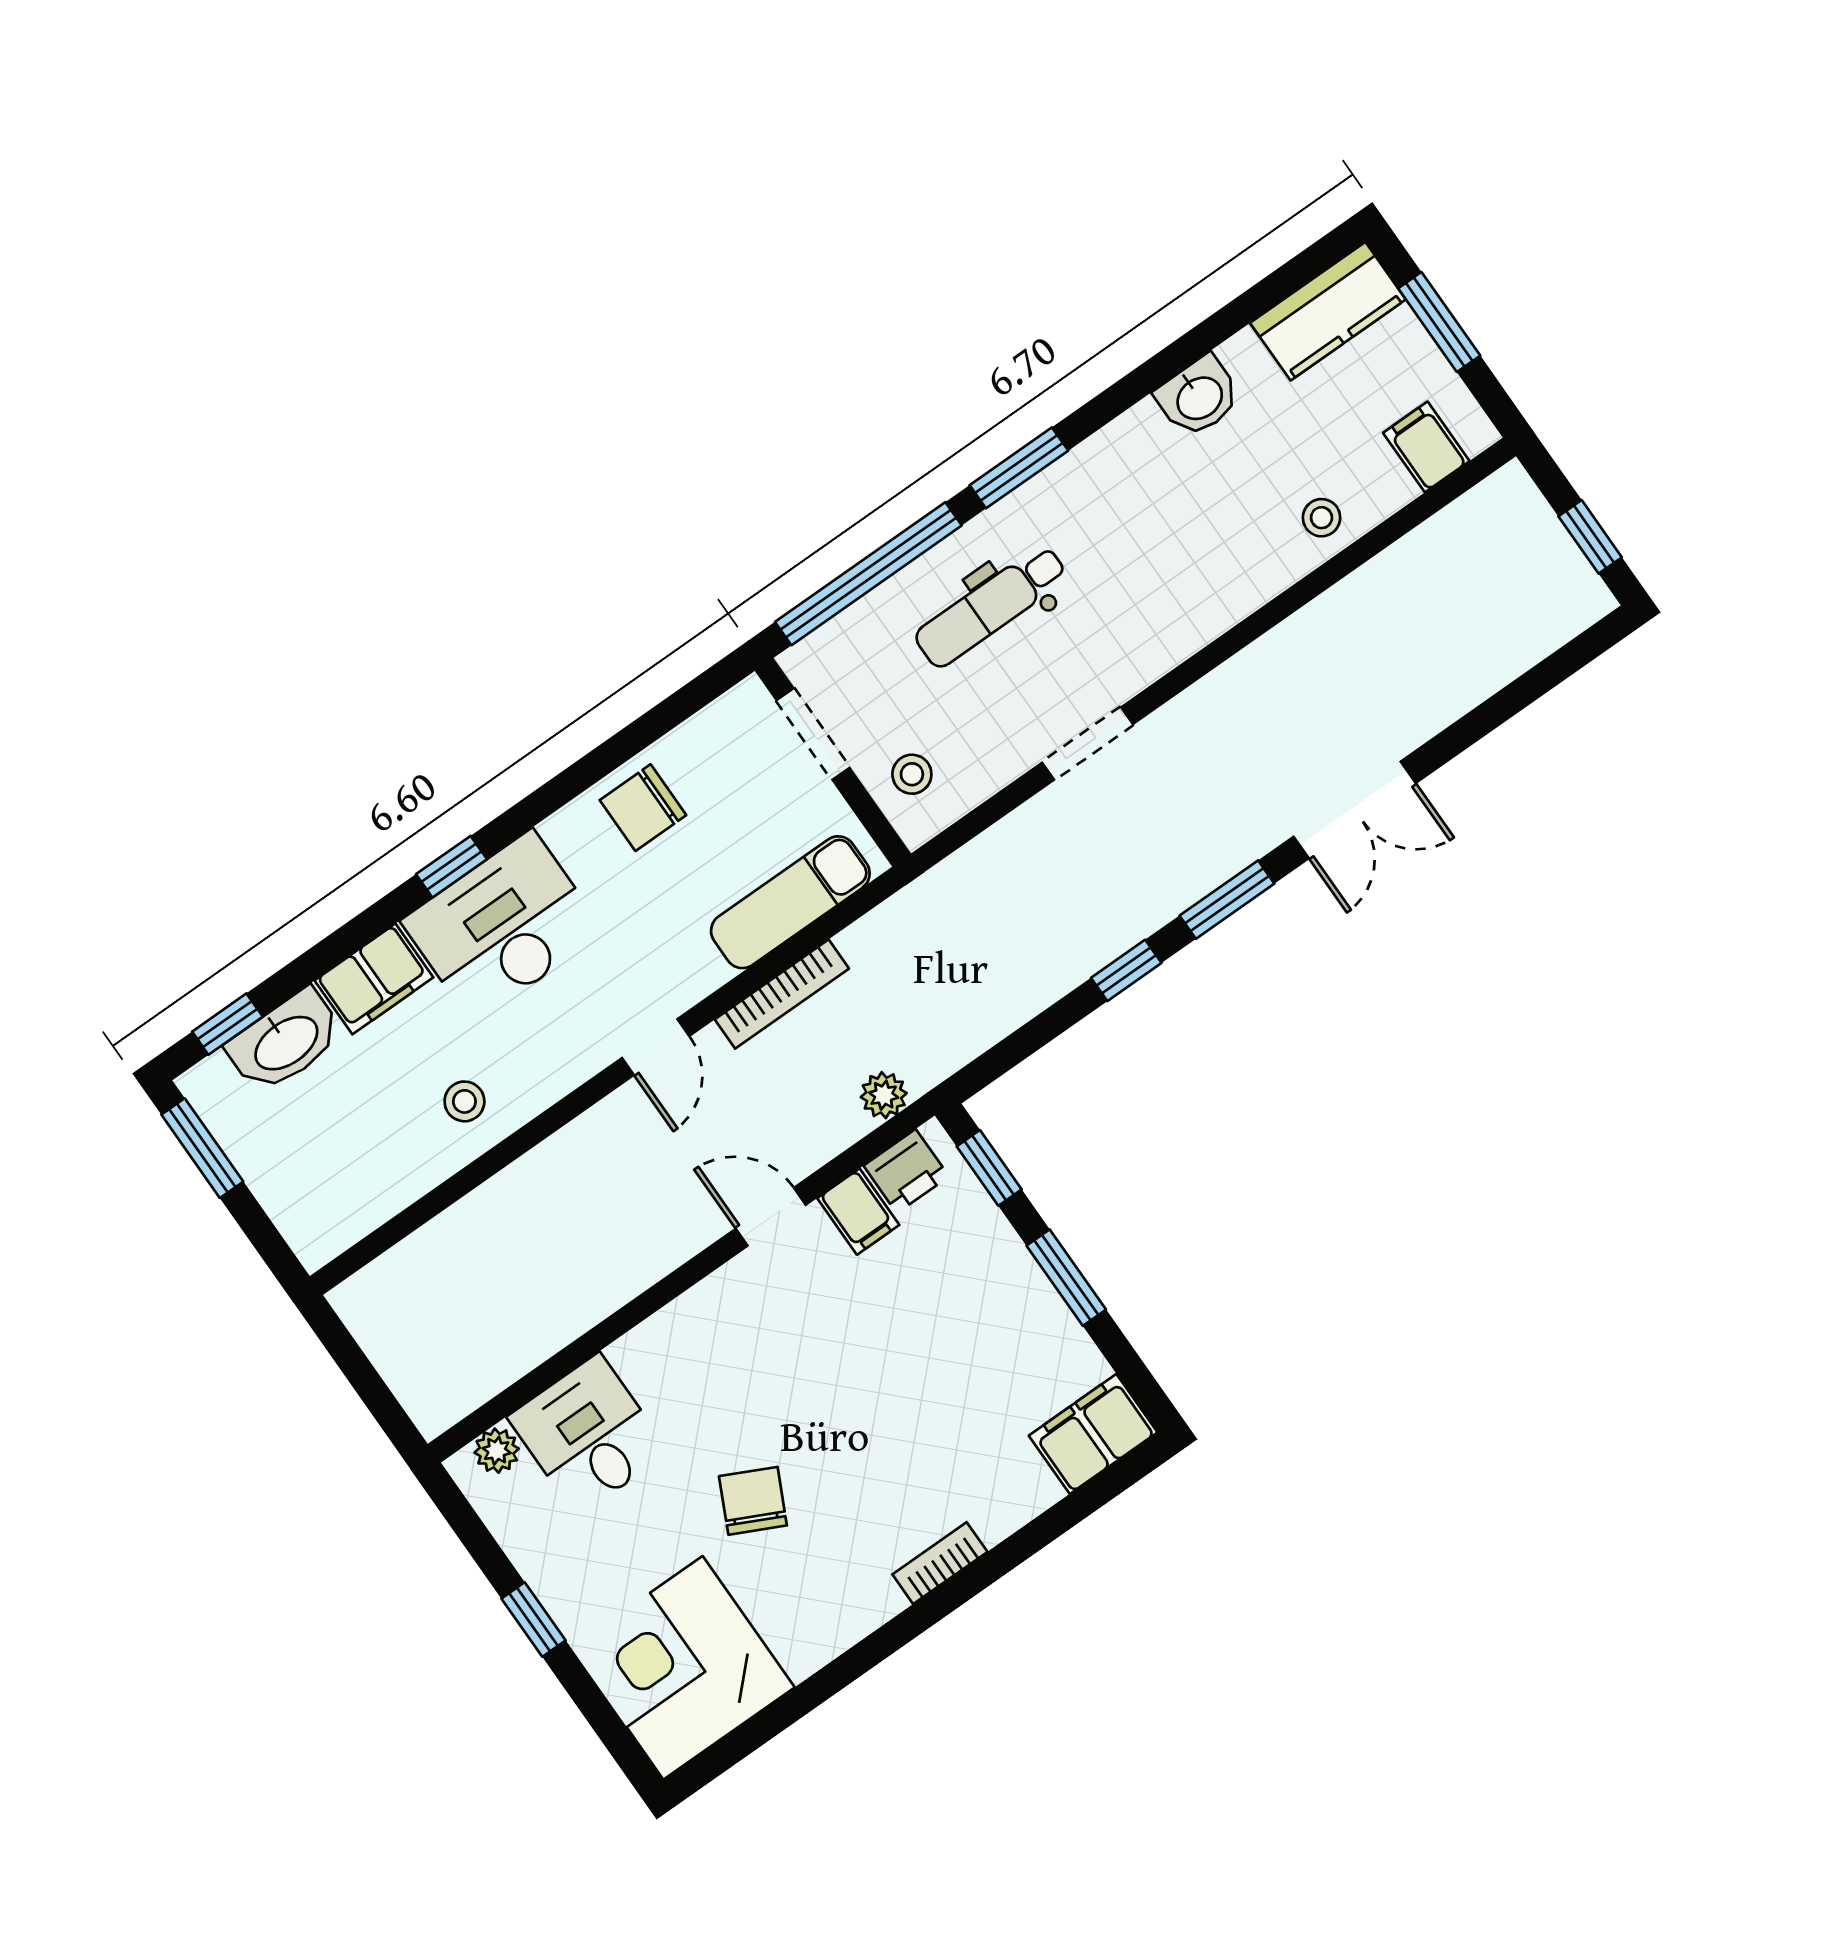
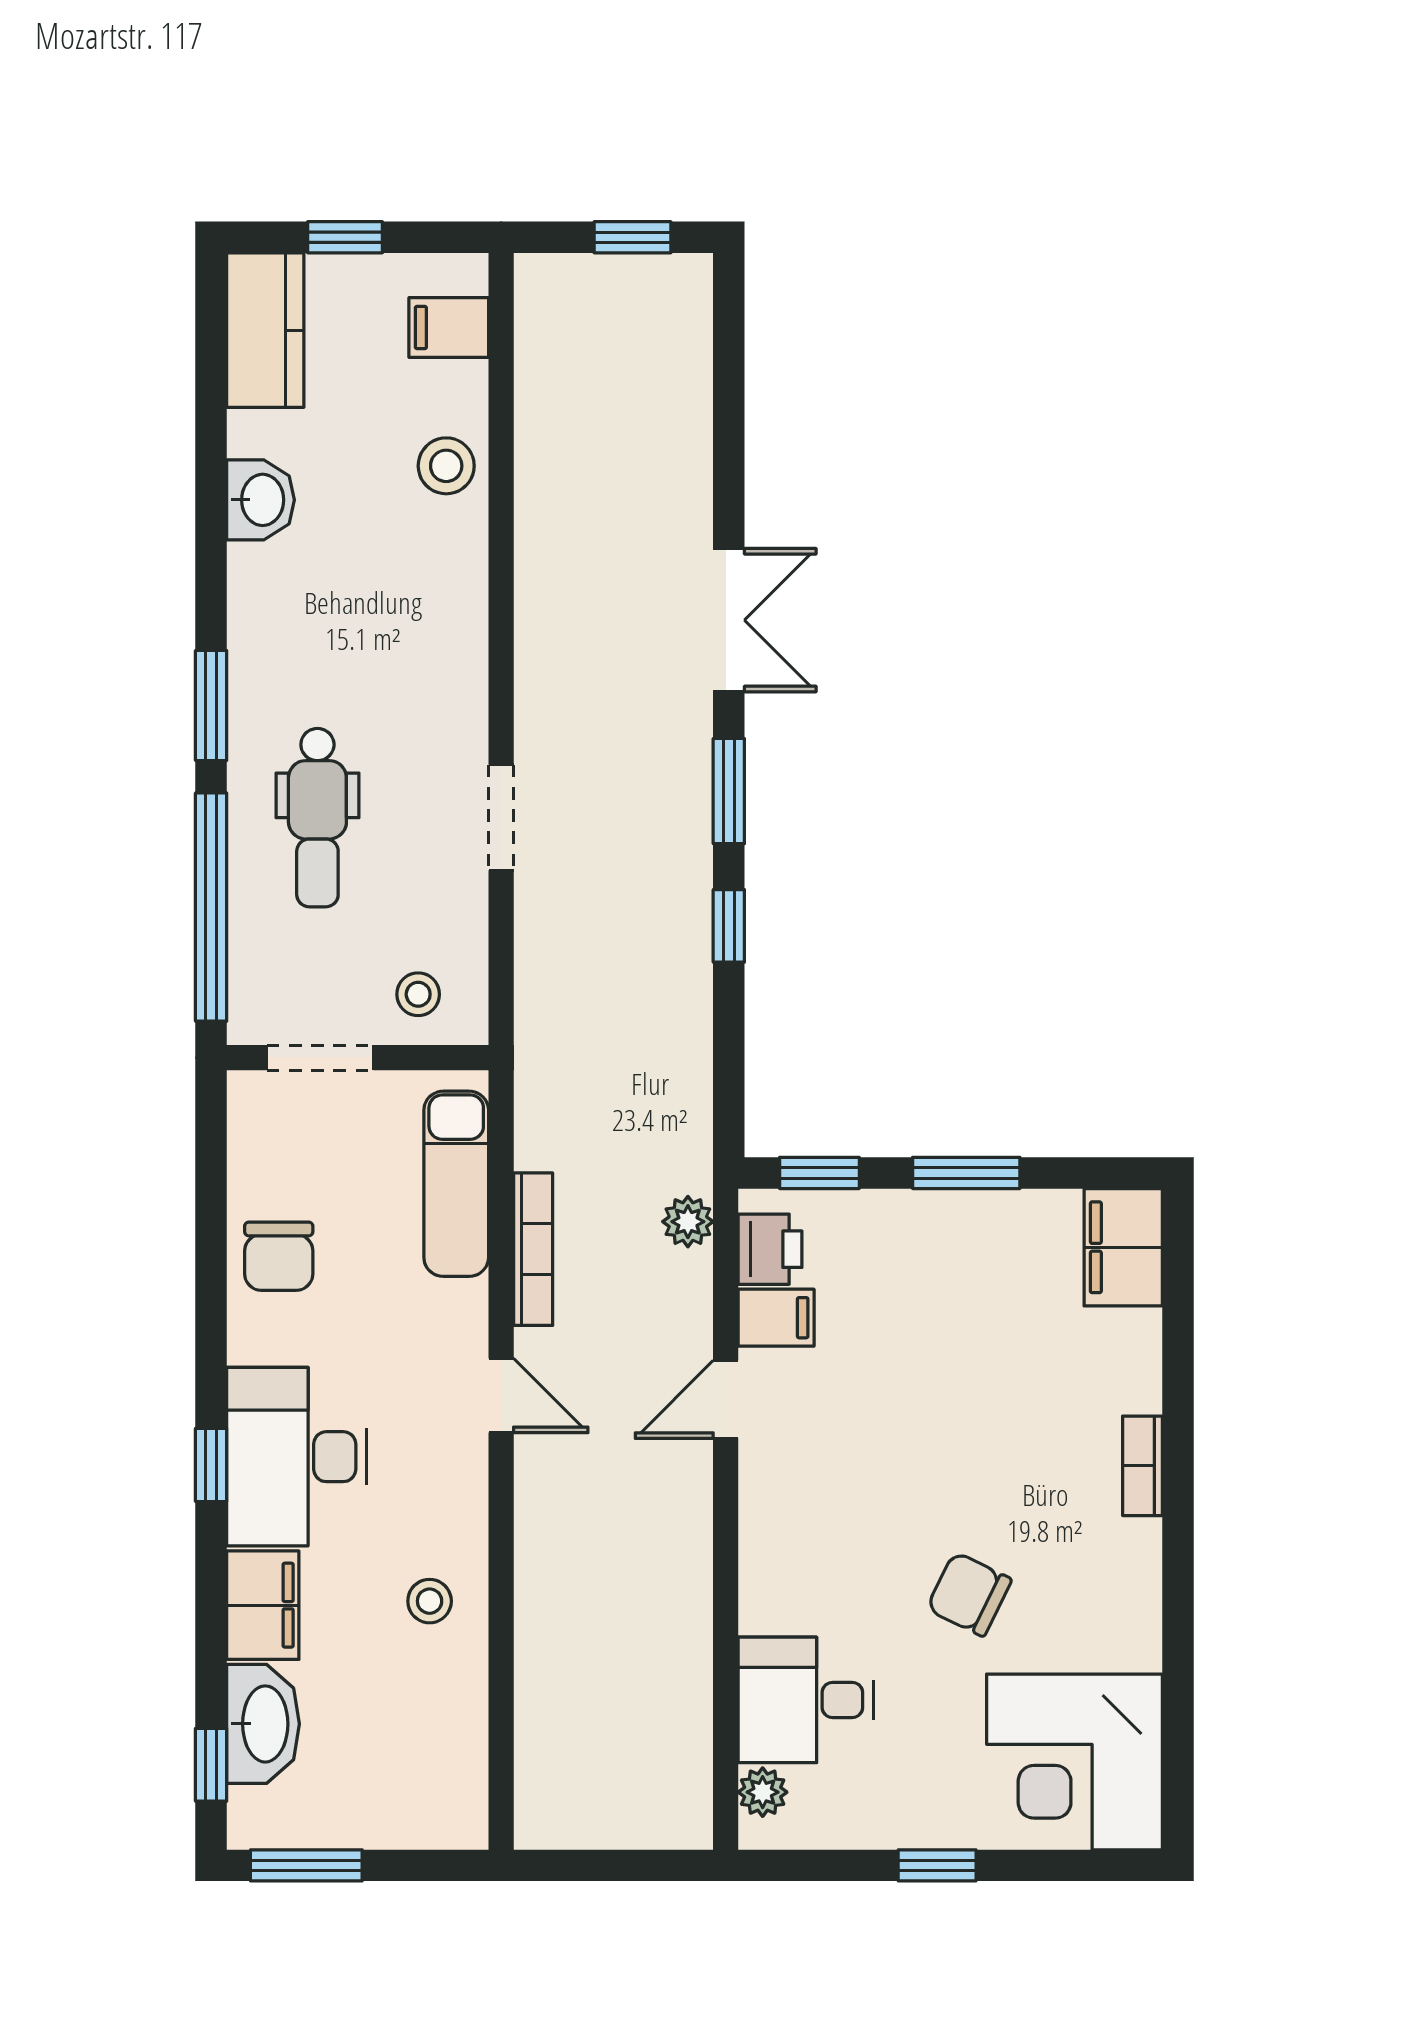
window: (1439, 322) -> (345, 237), width x0.67
stool: (1322, 518) -> (446, 466), width x1.37, depth x1.37

